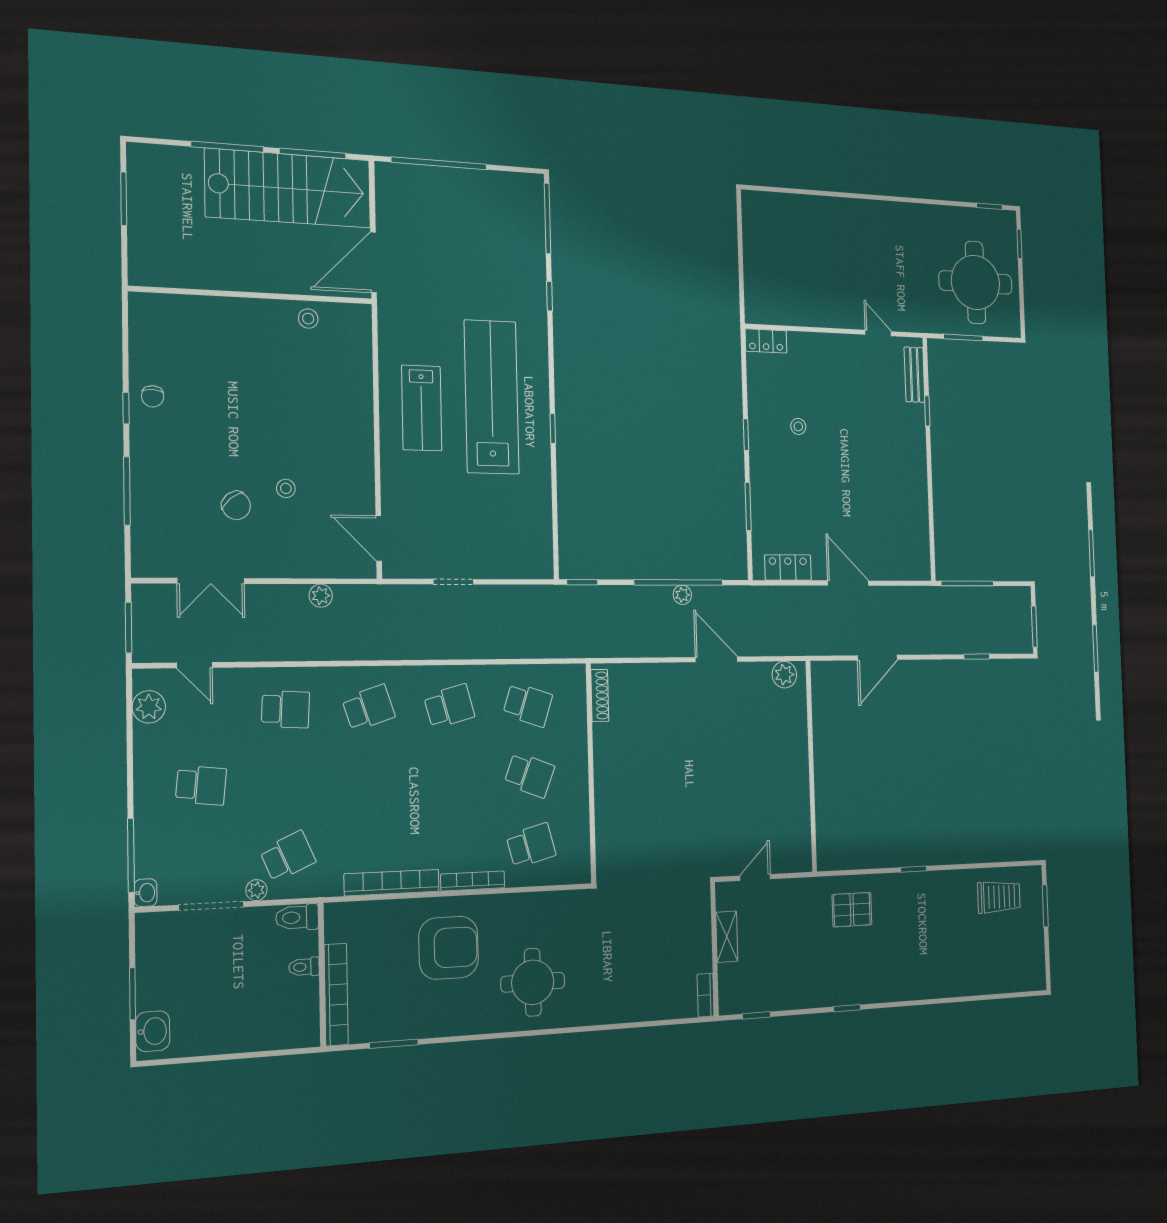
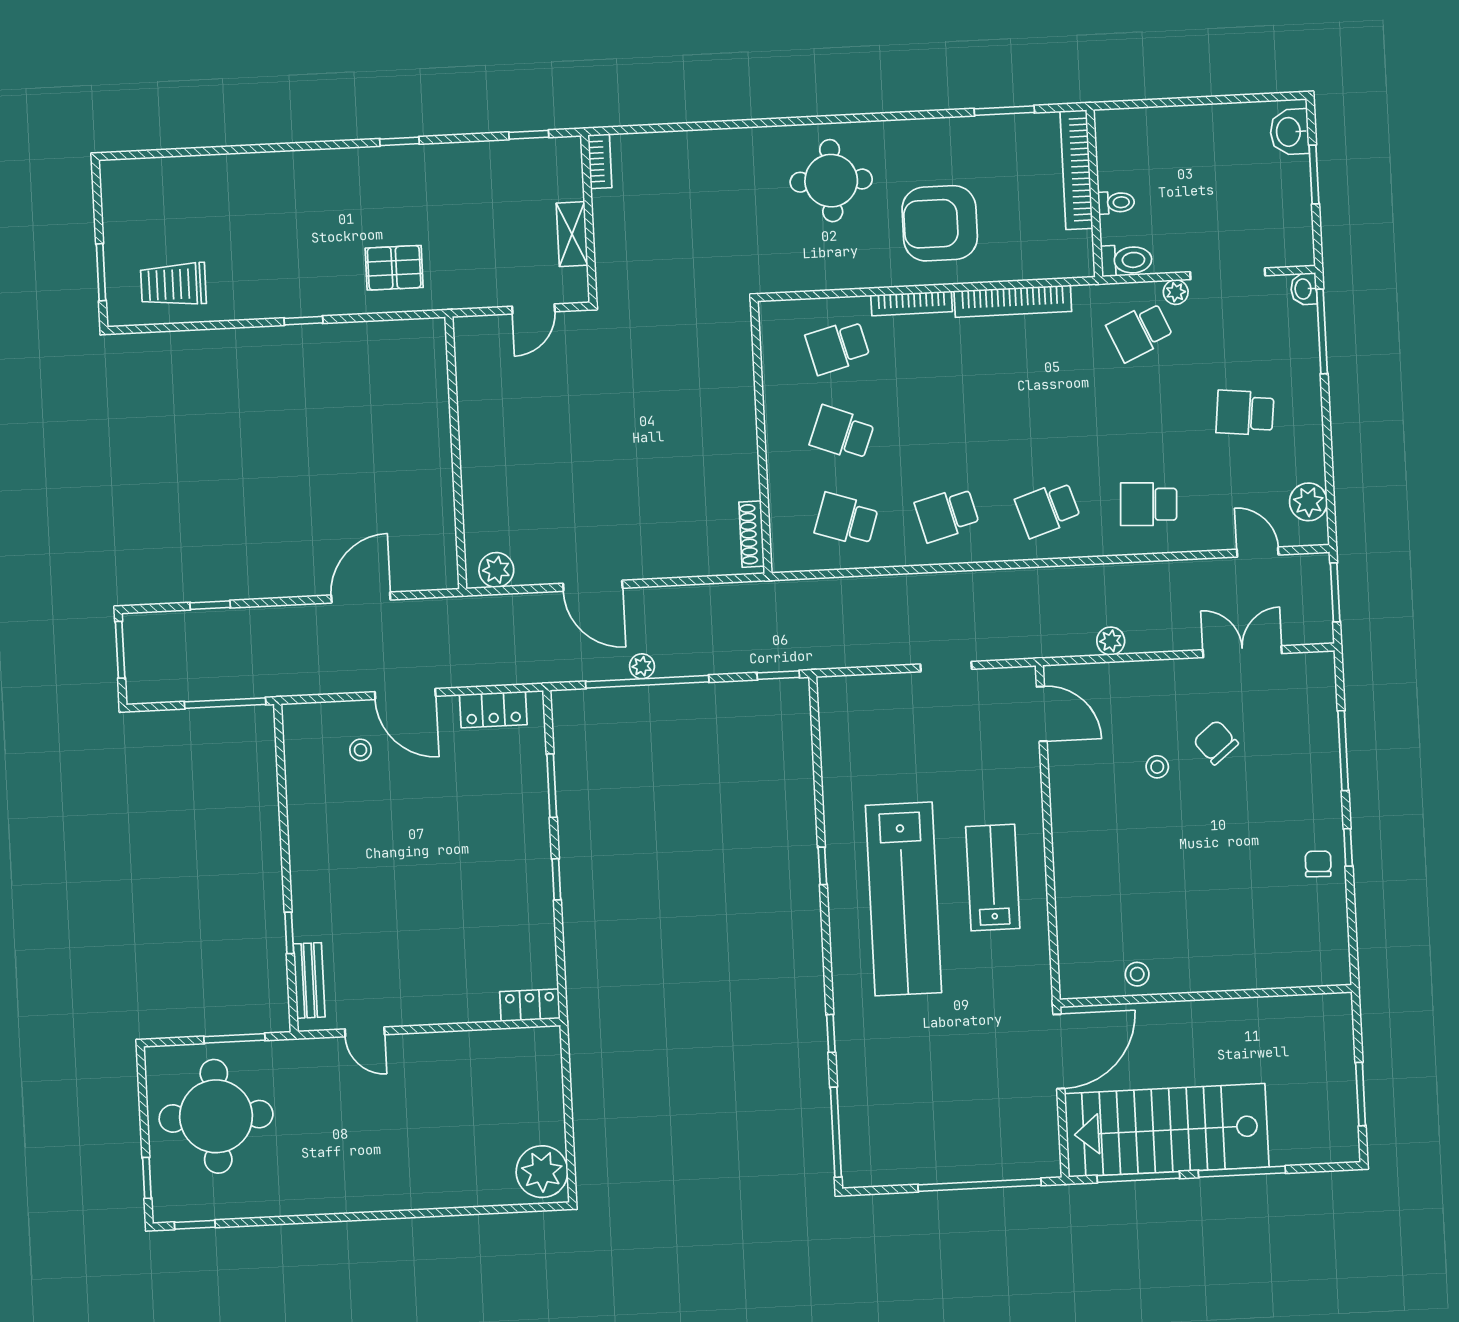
plant: (759, 215) -> (542, 1172), added
stool: (798, 426) -> (361, 750), moved

